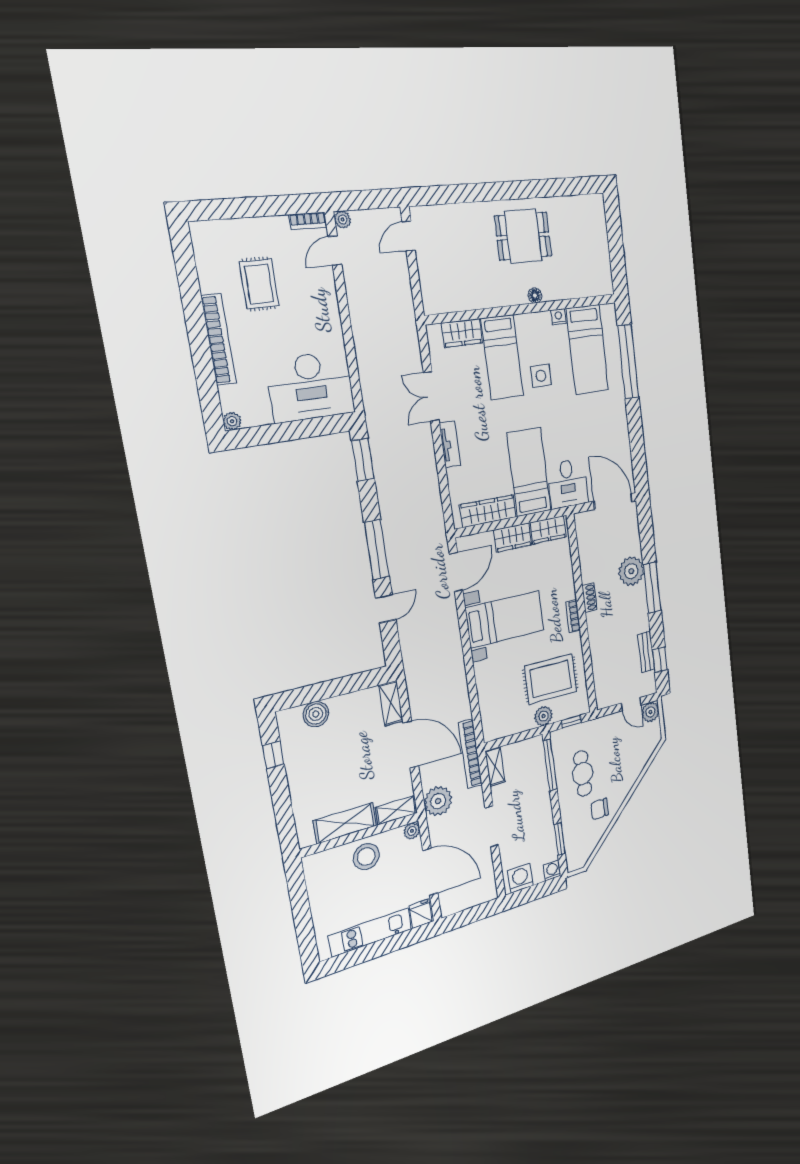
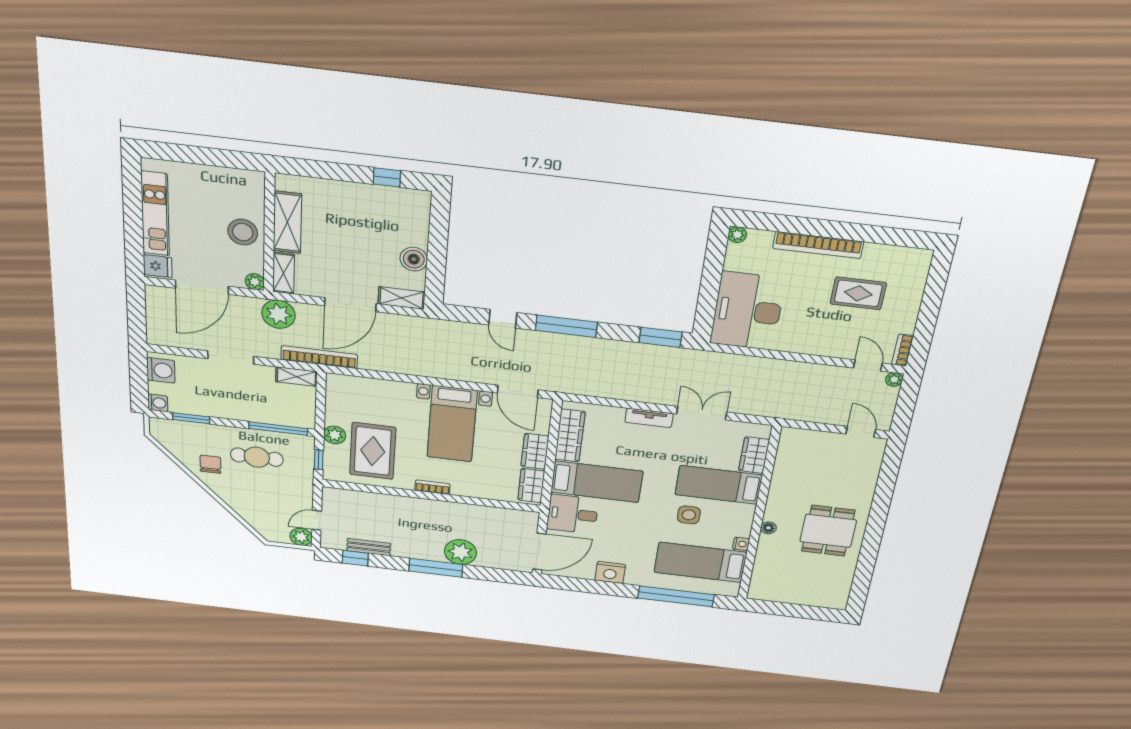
nightstand: (619, 431) -> (610, 572), added
shoe rack: (589, 598) -> (447, 507), removed
boiler: (316, 714) -> (414, 259), moved

